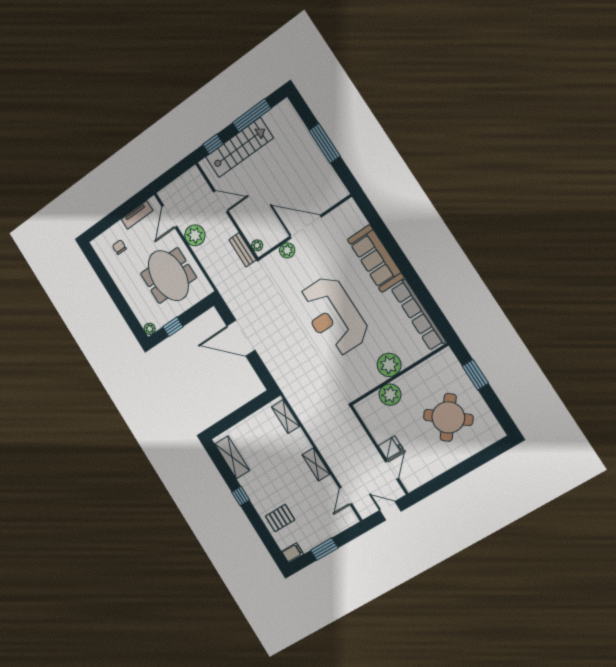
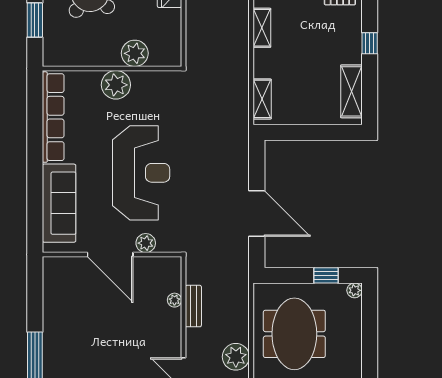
wall: (304, 227) -> (112, 255), moved
door: (306, 227) -> (110, 255), moved
plant: (287, 250) -> (146, 243), moved

